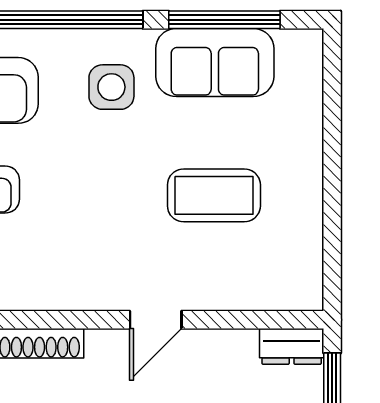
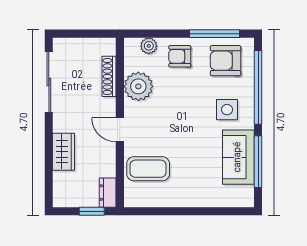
coffee table: (214, 195) -> (148, 169), moved, turned 90
plant: (61, 280) -> (138, 86), added

